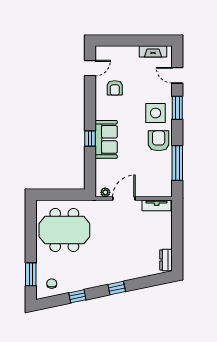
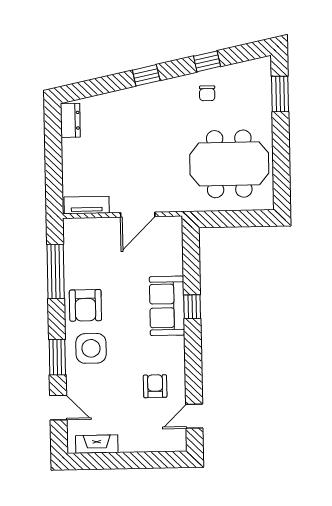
plant: (105, 192) -> (167, 224), removed
chair: (52, 284) -> (207, 93), moved

